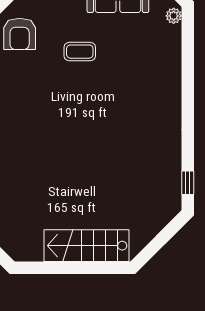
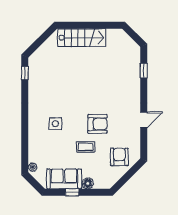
armchair: (58, 92) -> (98, 124), added
side table: (133, 93) -> (55, 124), added

